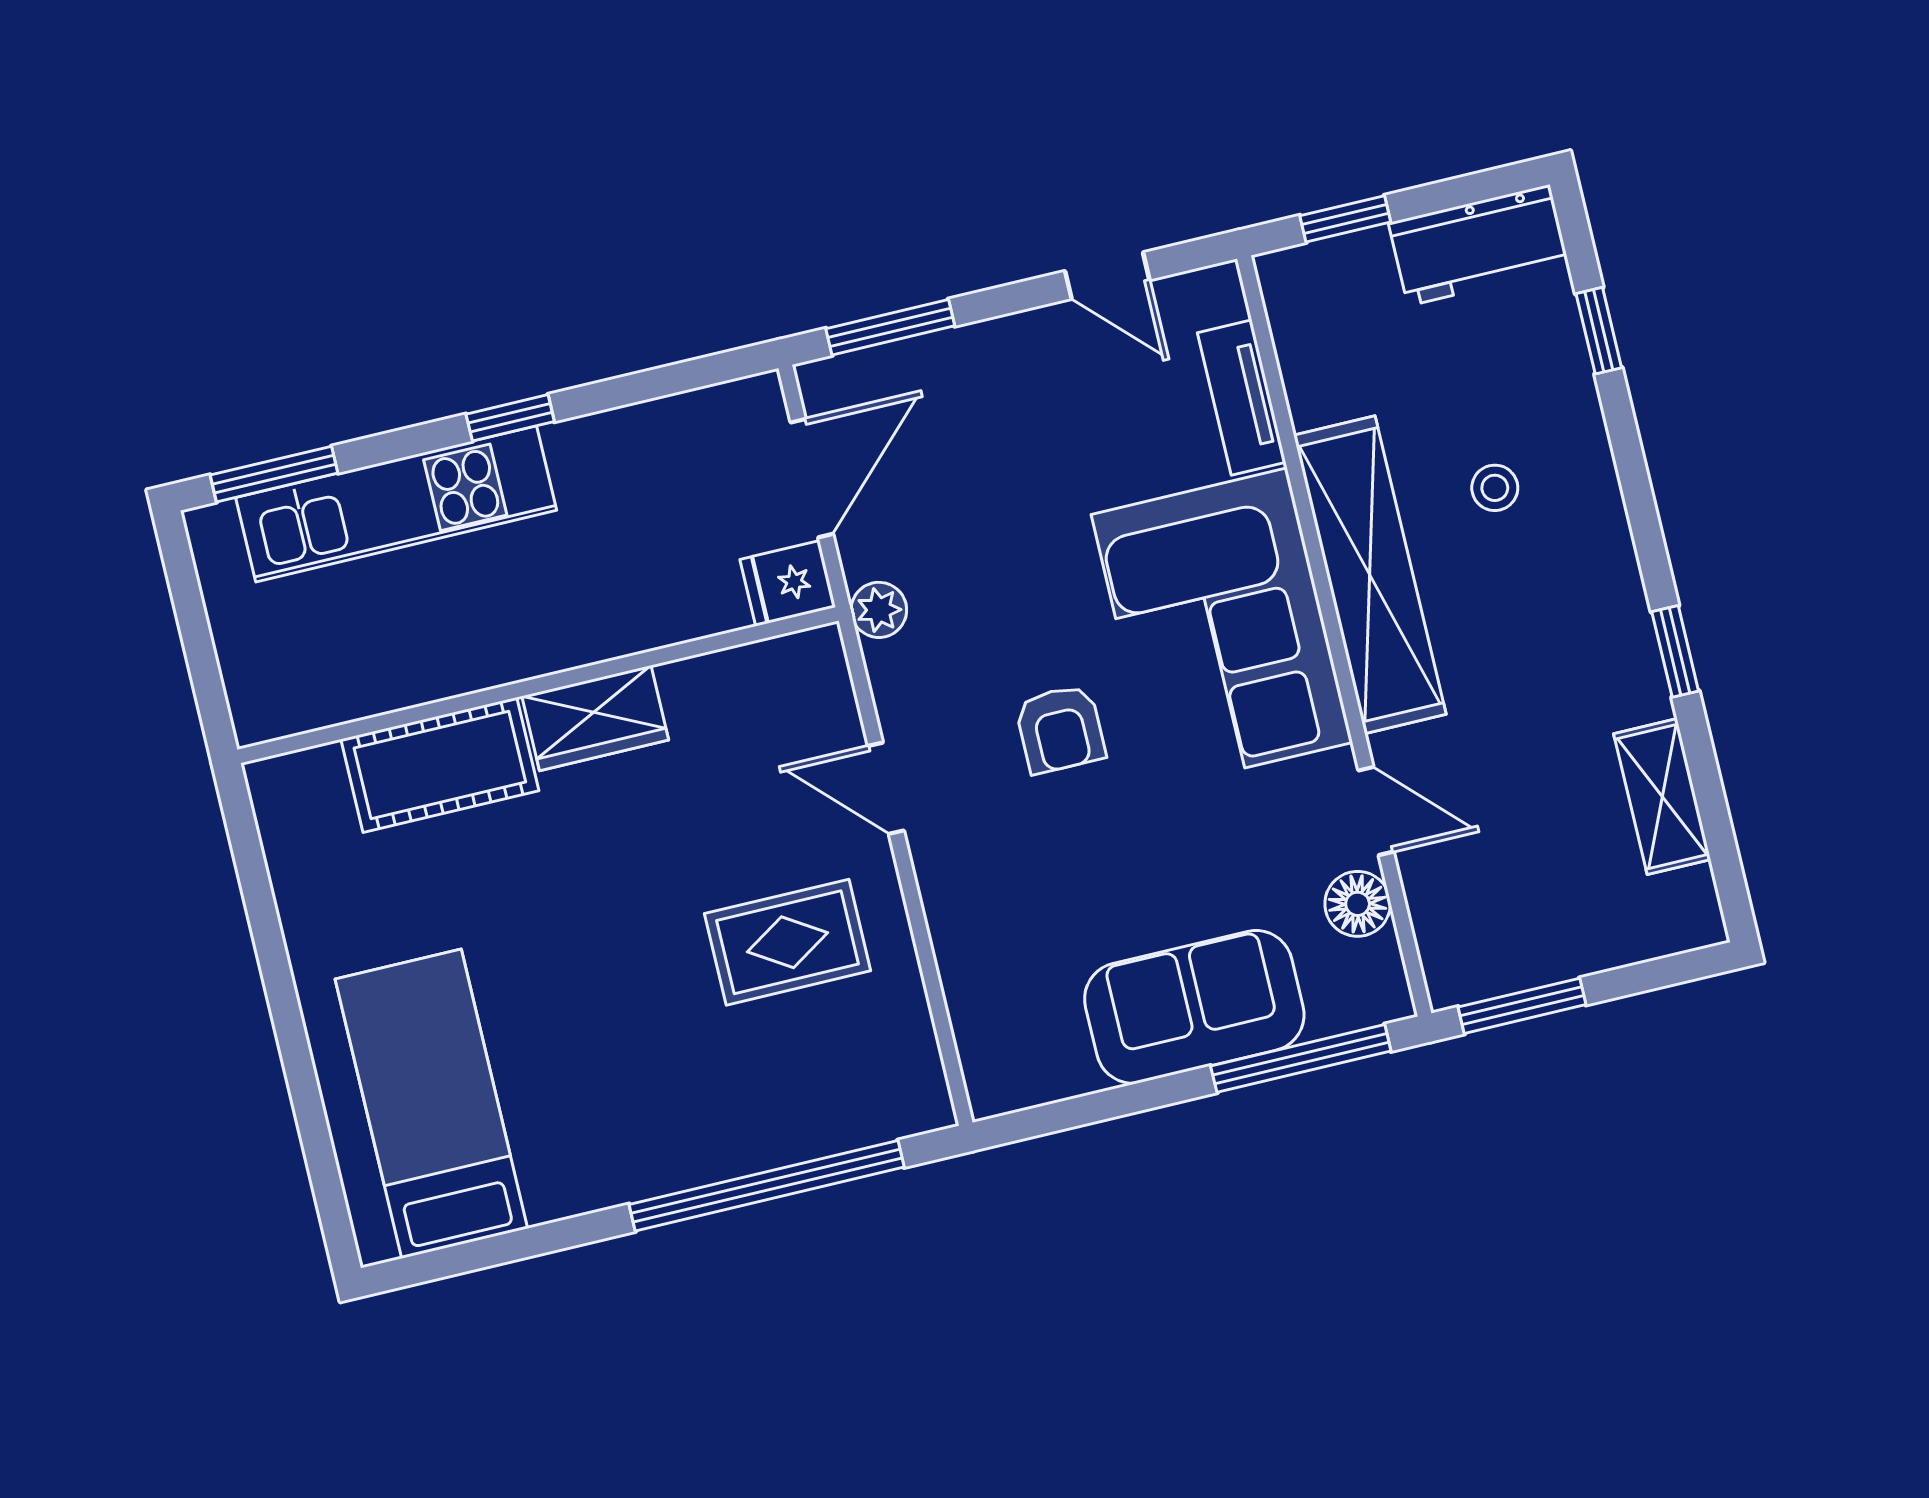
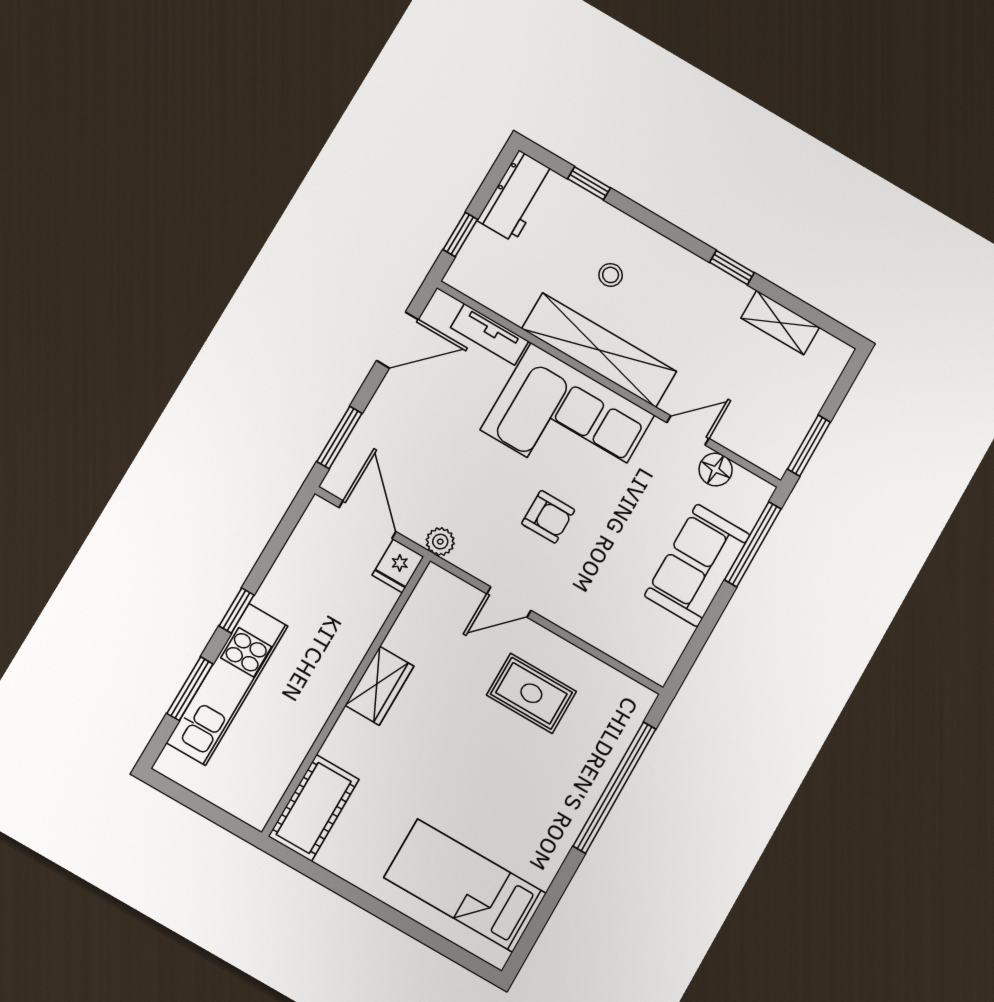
door: (1107, 276) -> (397, 340), width x1.38
window: (274, 474) -> (190, 689), moved
cot: (440, 765) -> (314, 808), moved
rug: (788, 942) -> (531, 693), turned 90

